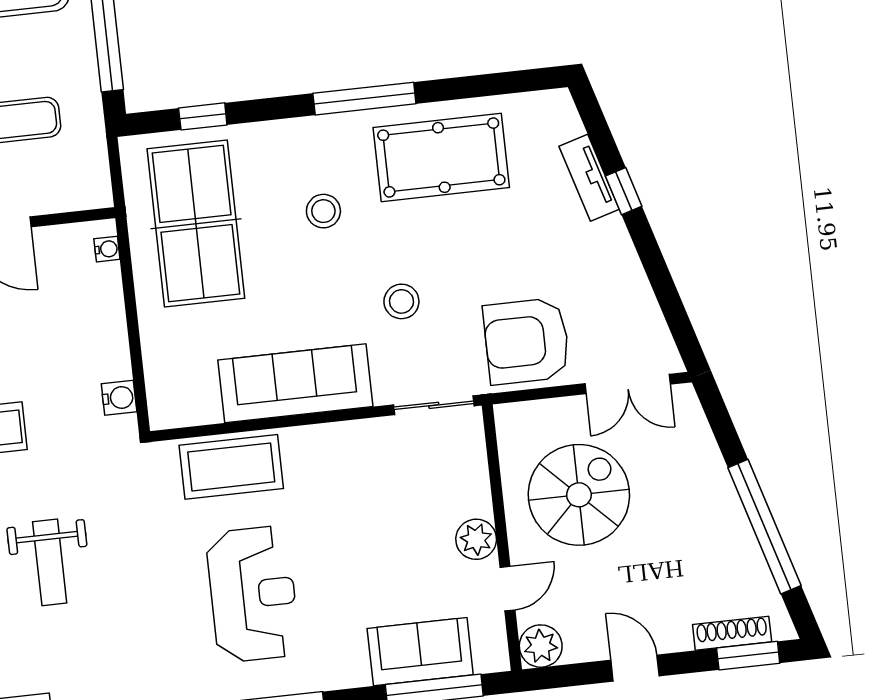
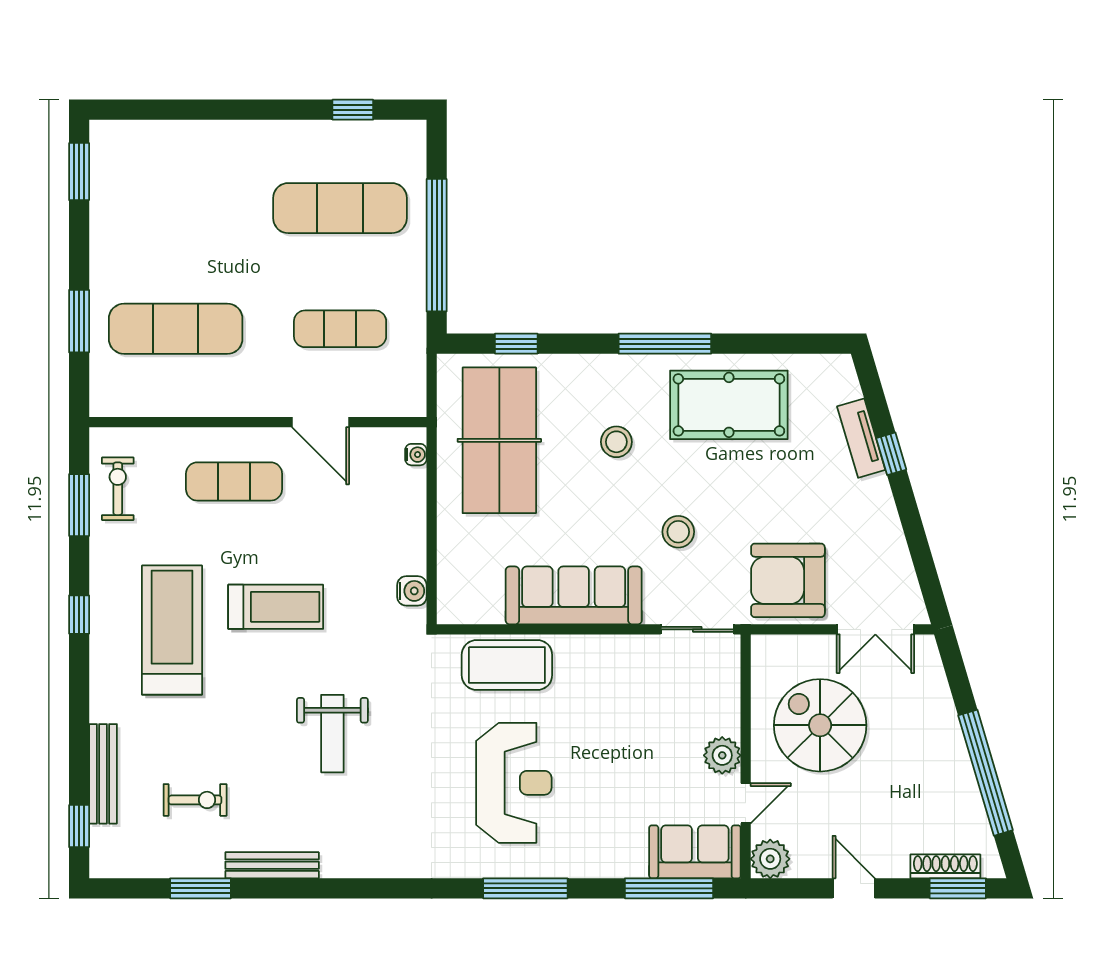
spiral stairs: (579, 495) -> (820, 725), turned -90
sofa: (420, 652) -> (695, 852), moved

